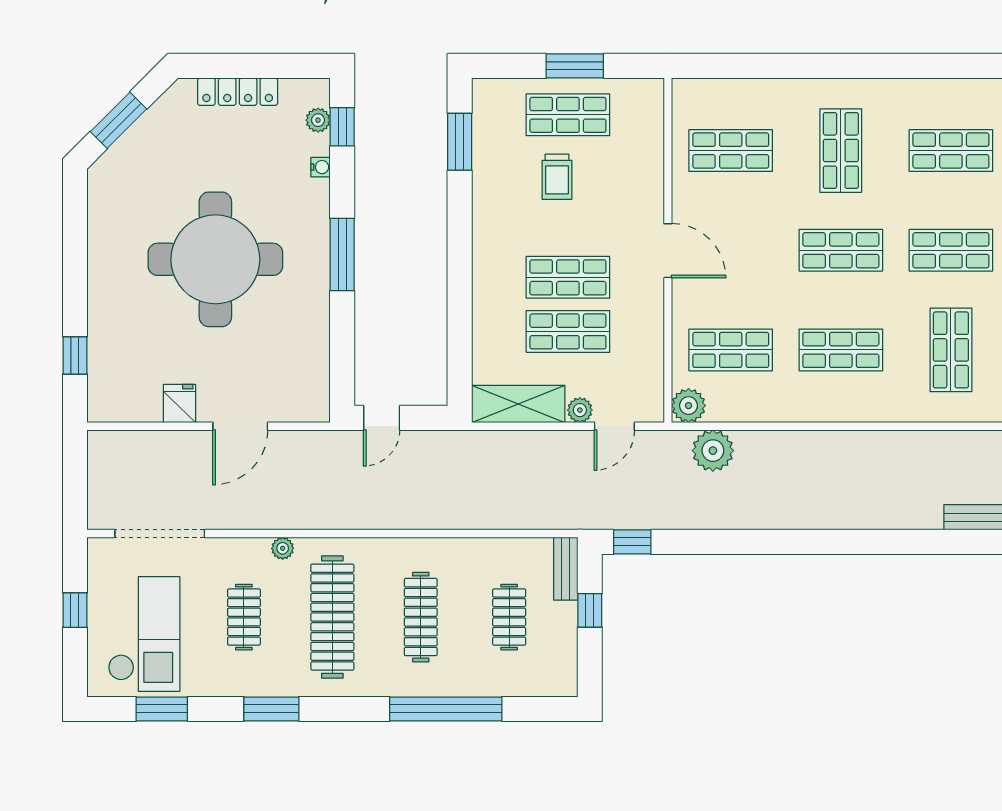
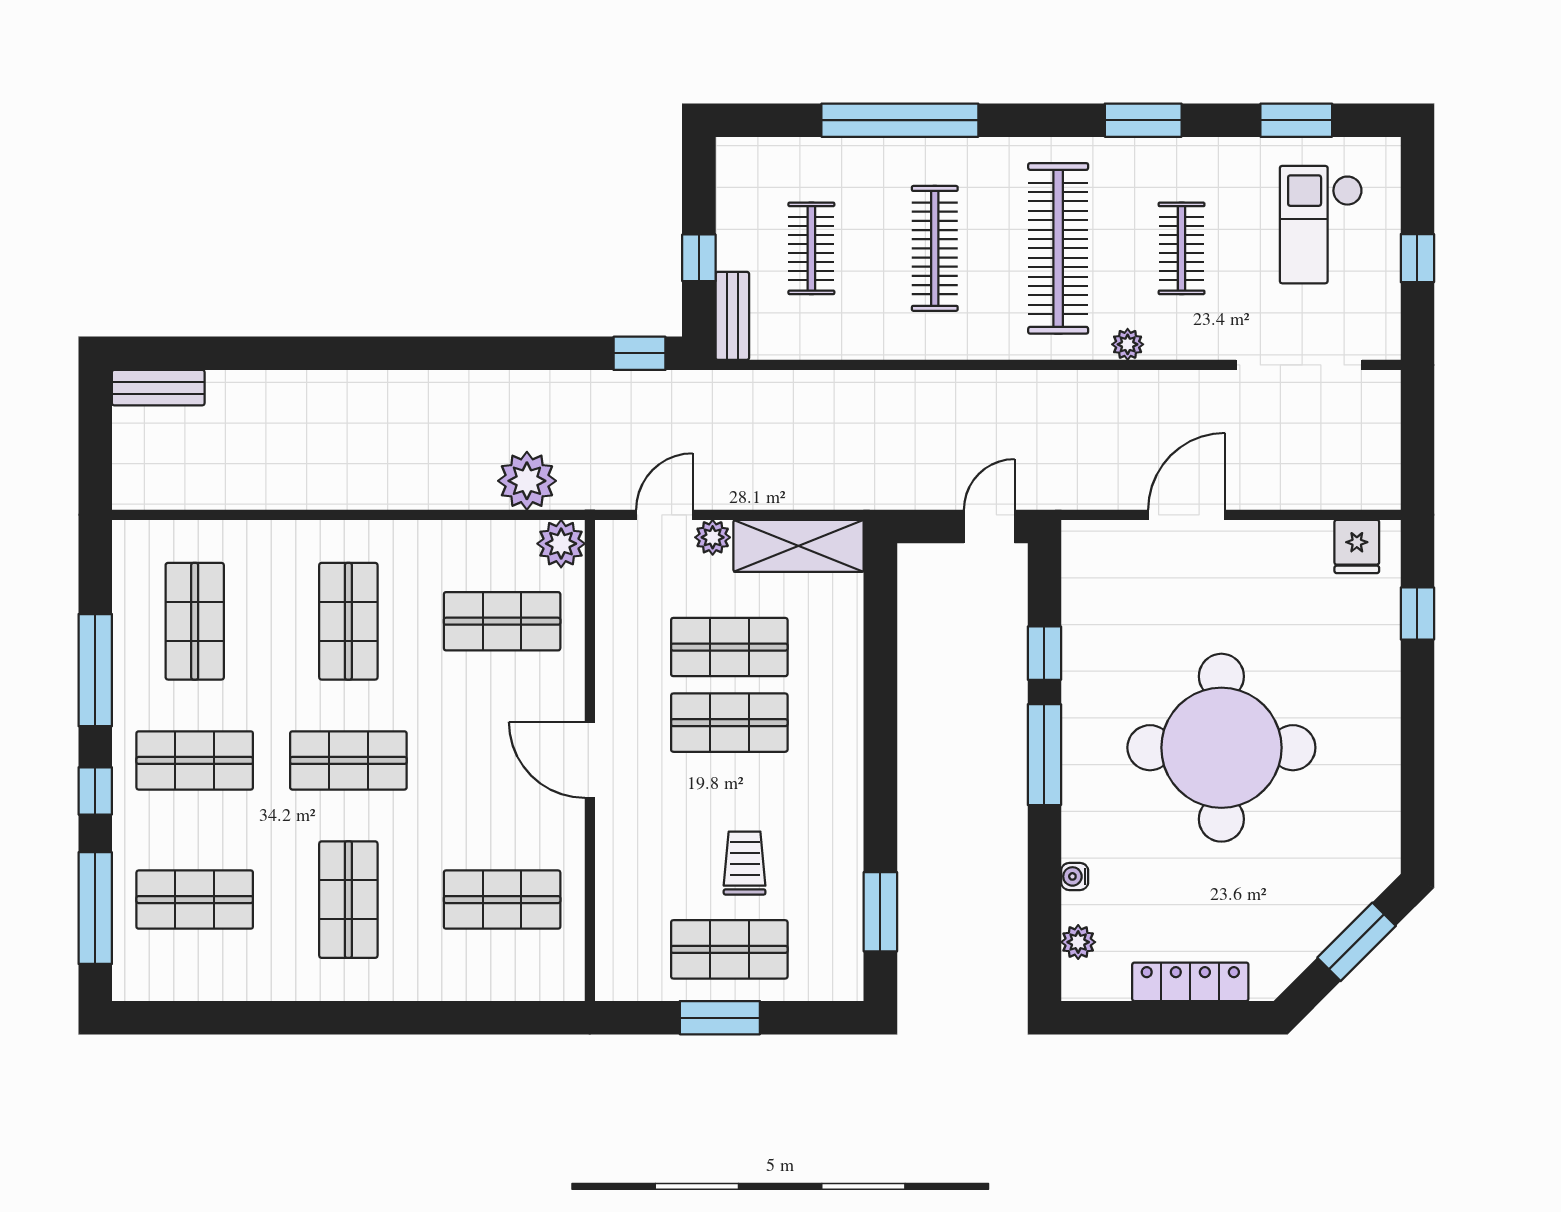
window: (342, 127) -> (1044, 653), moved
shop shelf: (841, 350) -> (348, 621), turned 90
fridge: (180, 404) -> (1357, 546), moved
checkout: (144, 634) -> (1321, 225), width x0.73, depth x0.83

